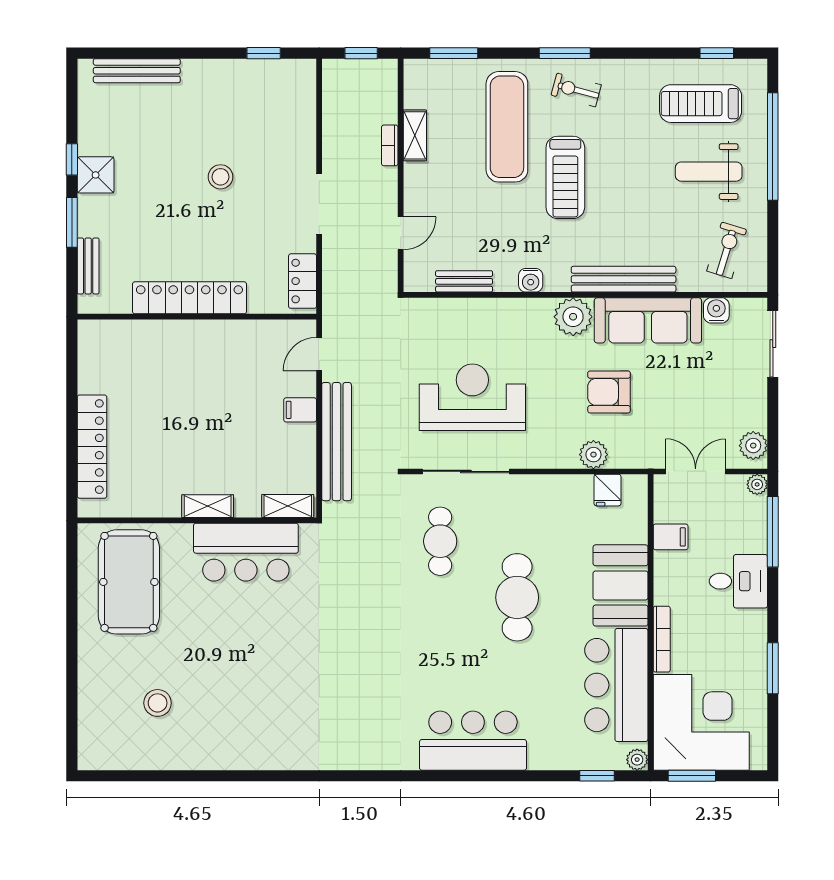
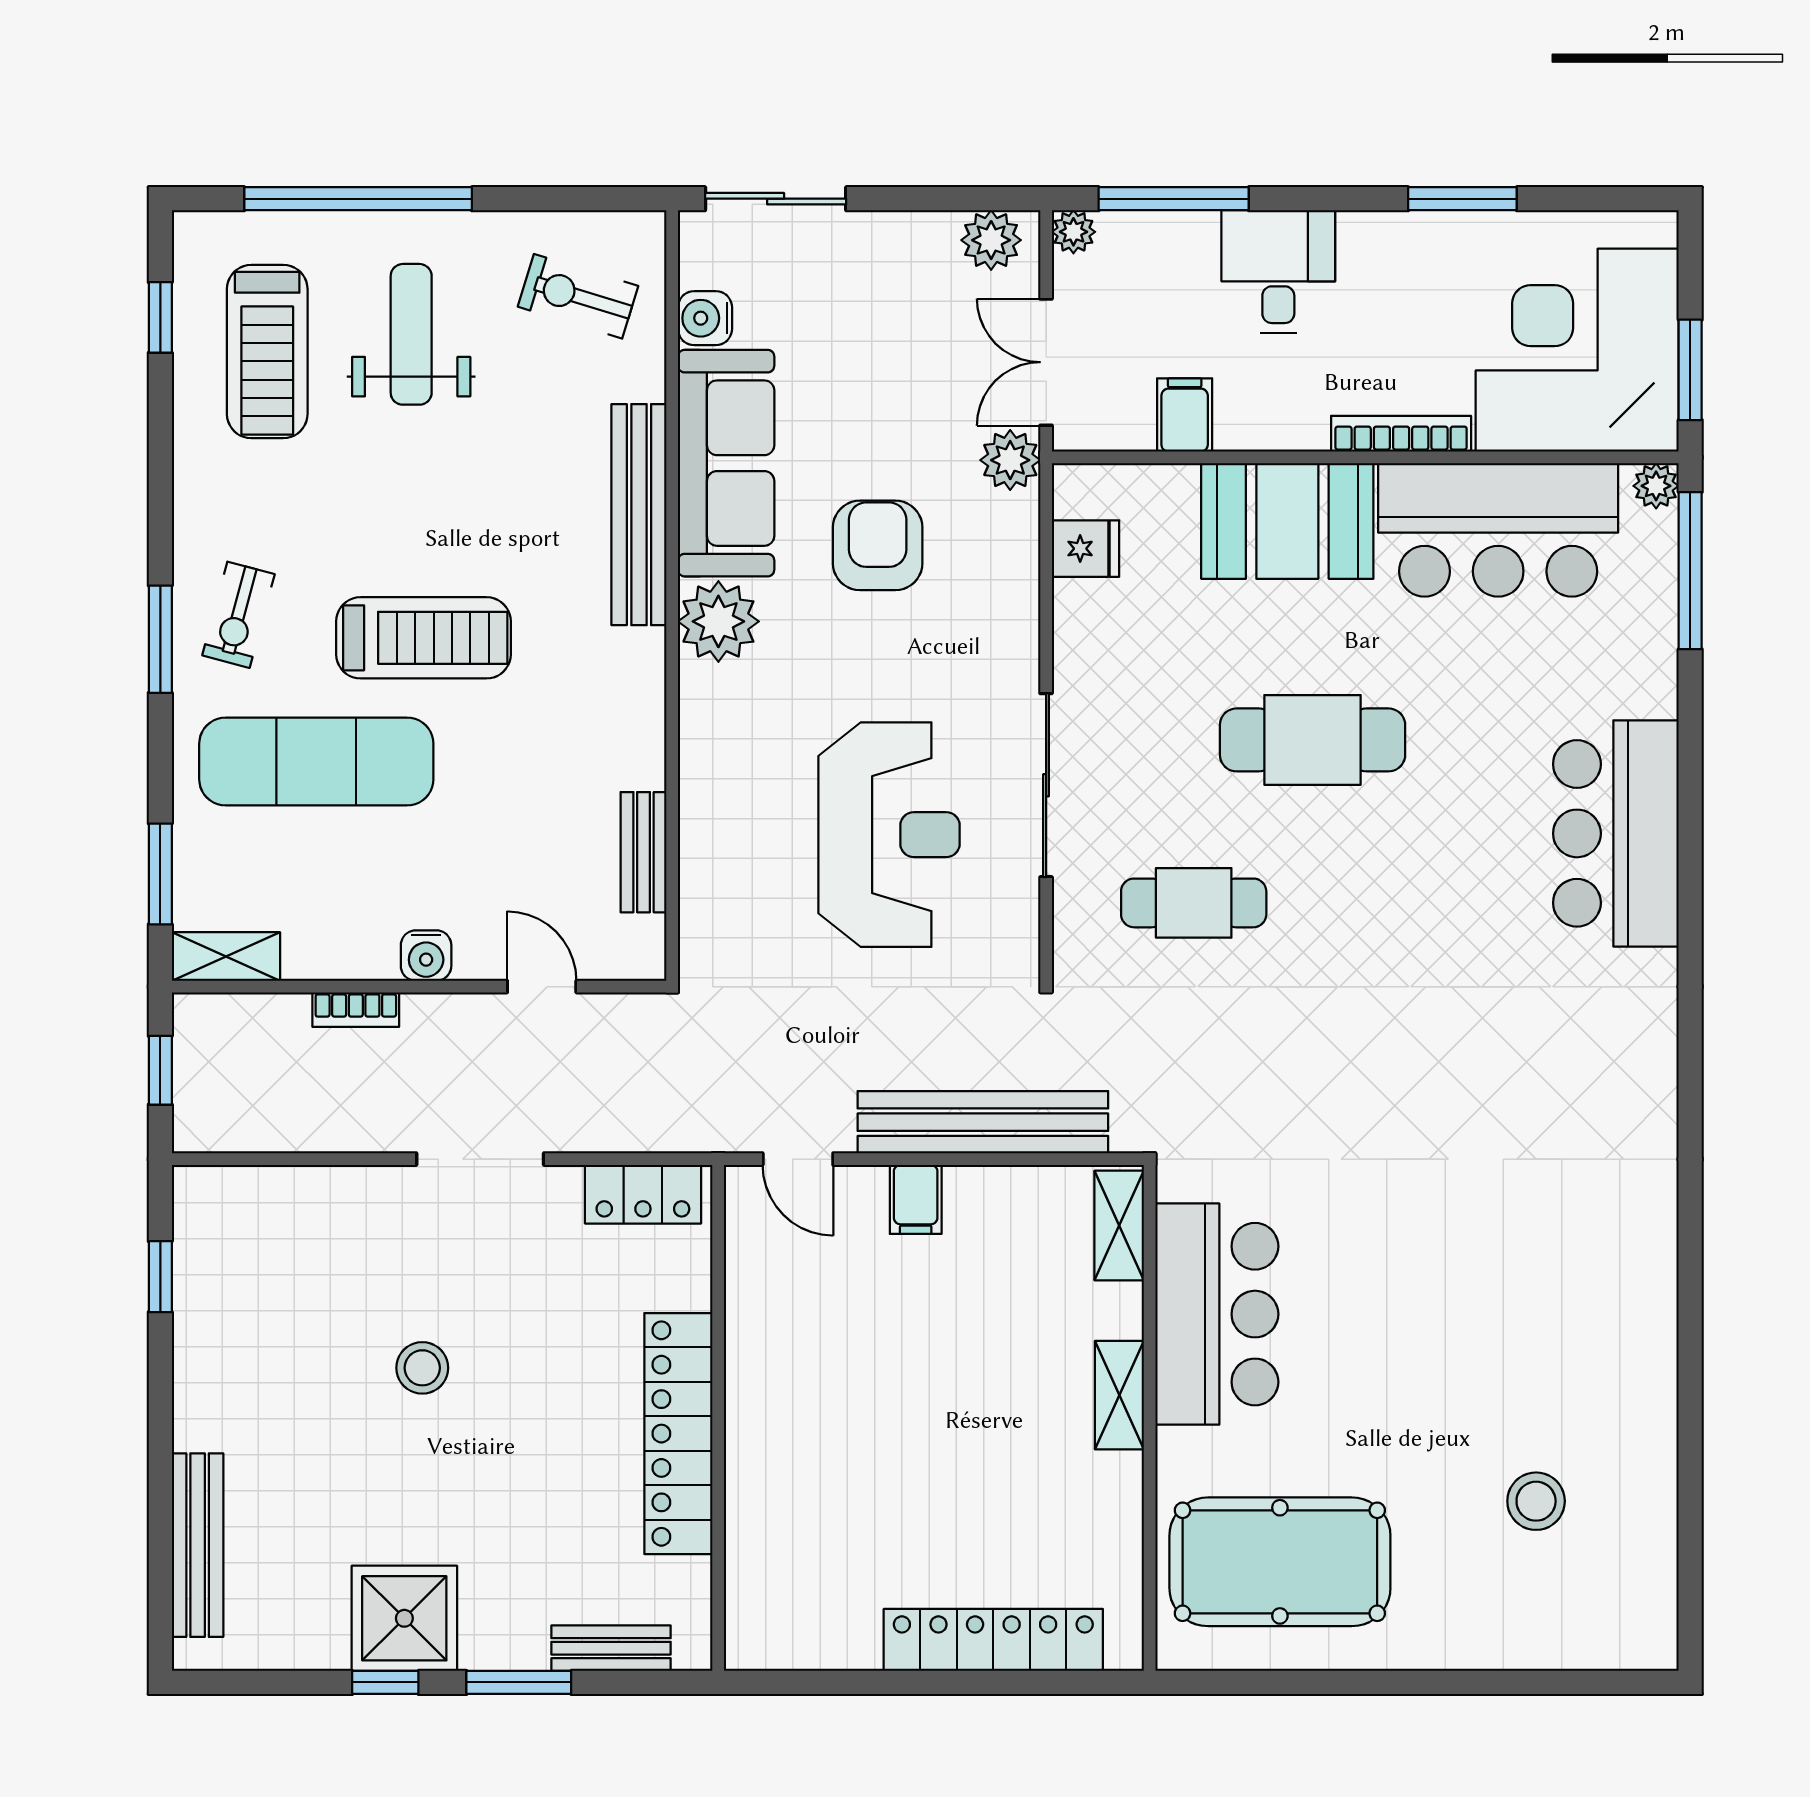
shelving: (415, 135) -> (226, 956), moved
weight bench: (709, 172) -> (411, 334), turned 180
shower: (96, 175) -> (404, 1618), width x1.36, depth x1.36
water cooler: (531, 280) -> (426, 956), moved, turned 90
armchair: (609, 392) -> (878, 545), turned 180
reception desk: (472, 397) -> (889, 835), turned 180
plant: (593, 455) -> (1010, 460), moved
sliding door: (466, 471) -> (1046, 785), moved
window: (597, 776) -> (1690, 571), width x2.17

